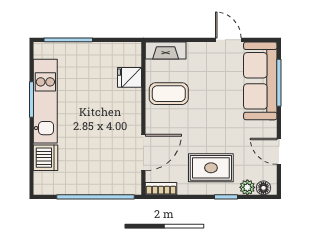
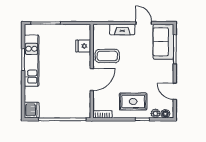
fireplace: (166, 51) -> (122, 30), moved
sofa: (260, 81) -> (163, 42), width x0.73
door: (143, 152) -> (92, 80), moved
dishwasher: (46, 158) -> (32, 110), moved

